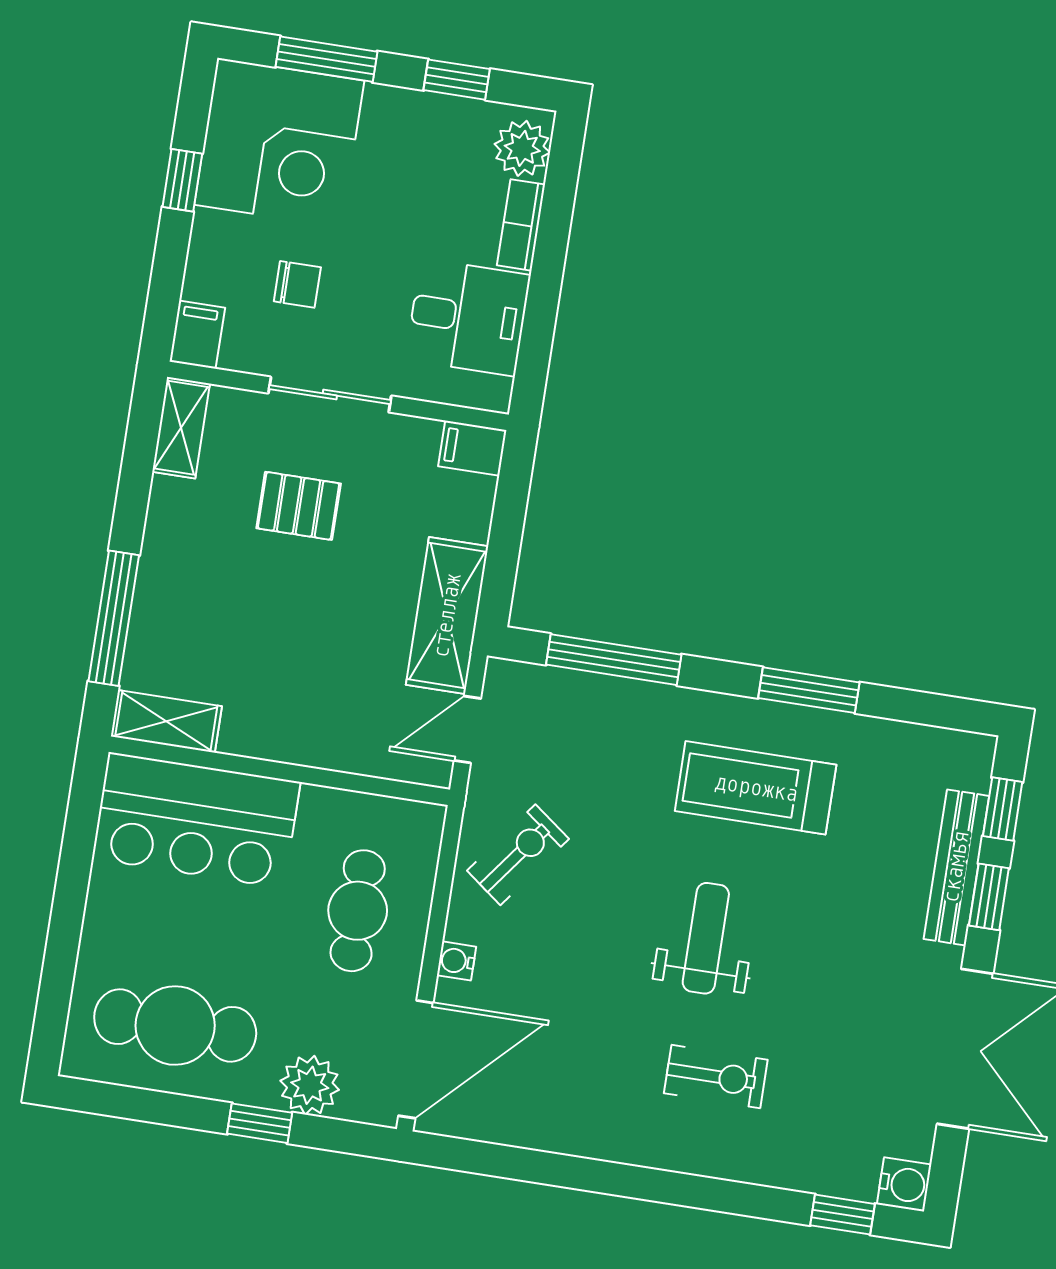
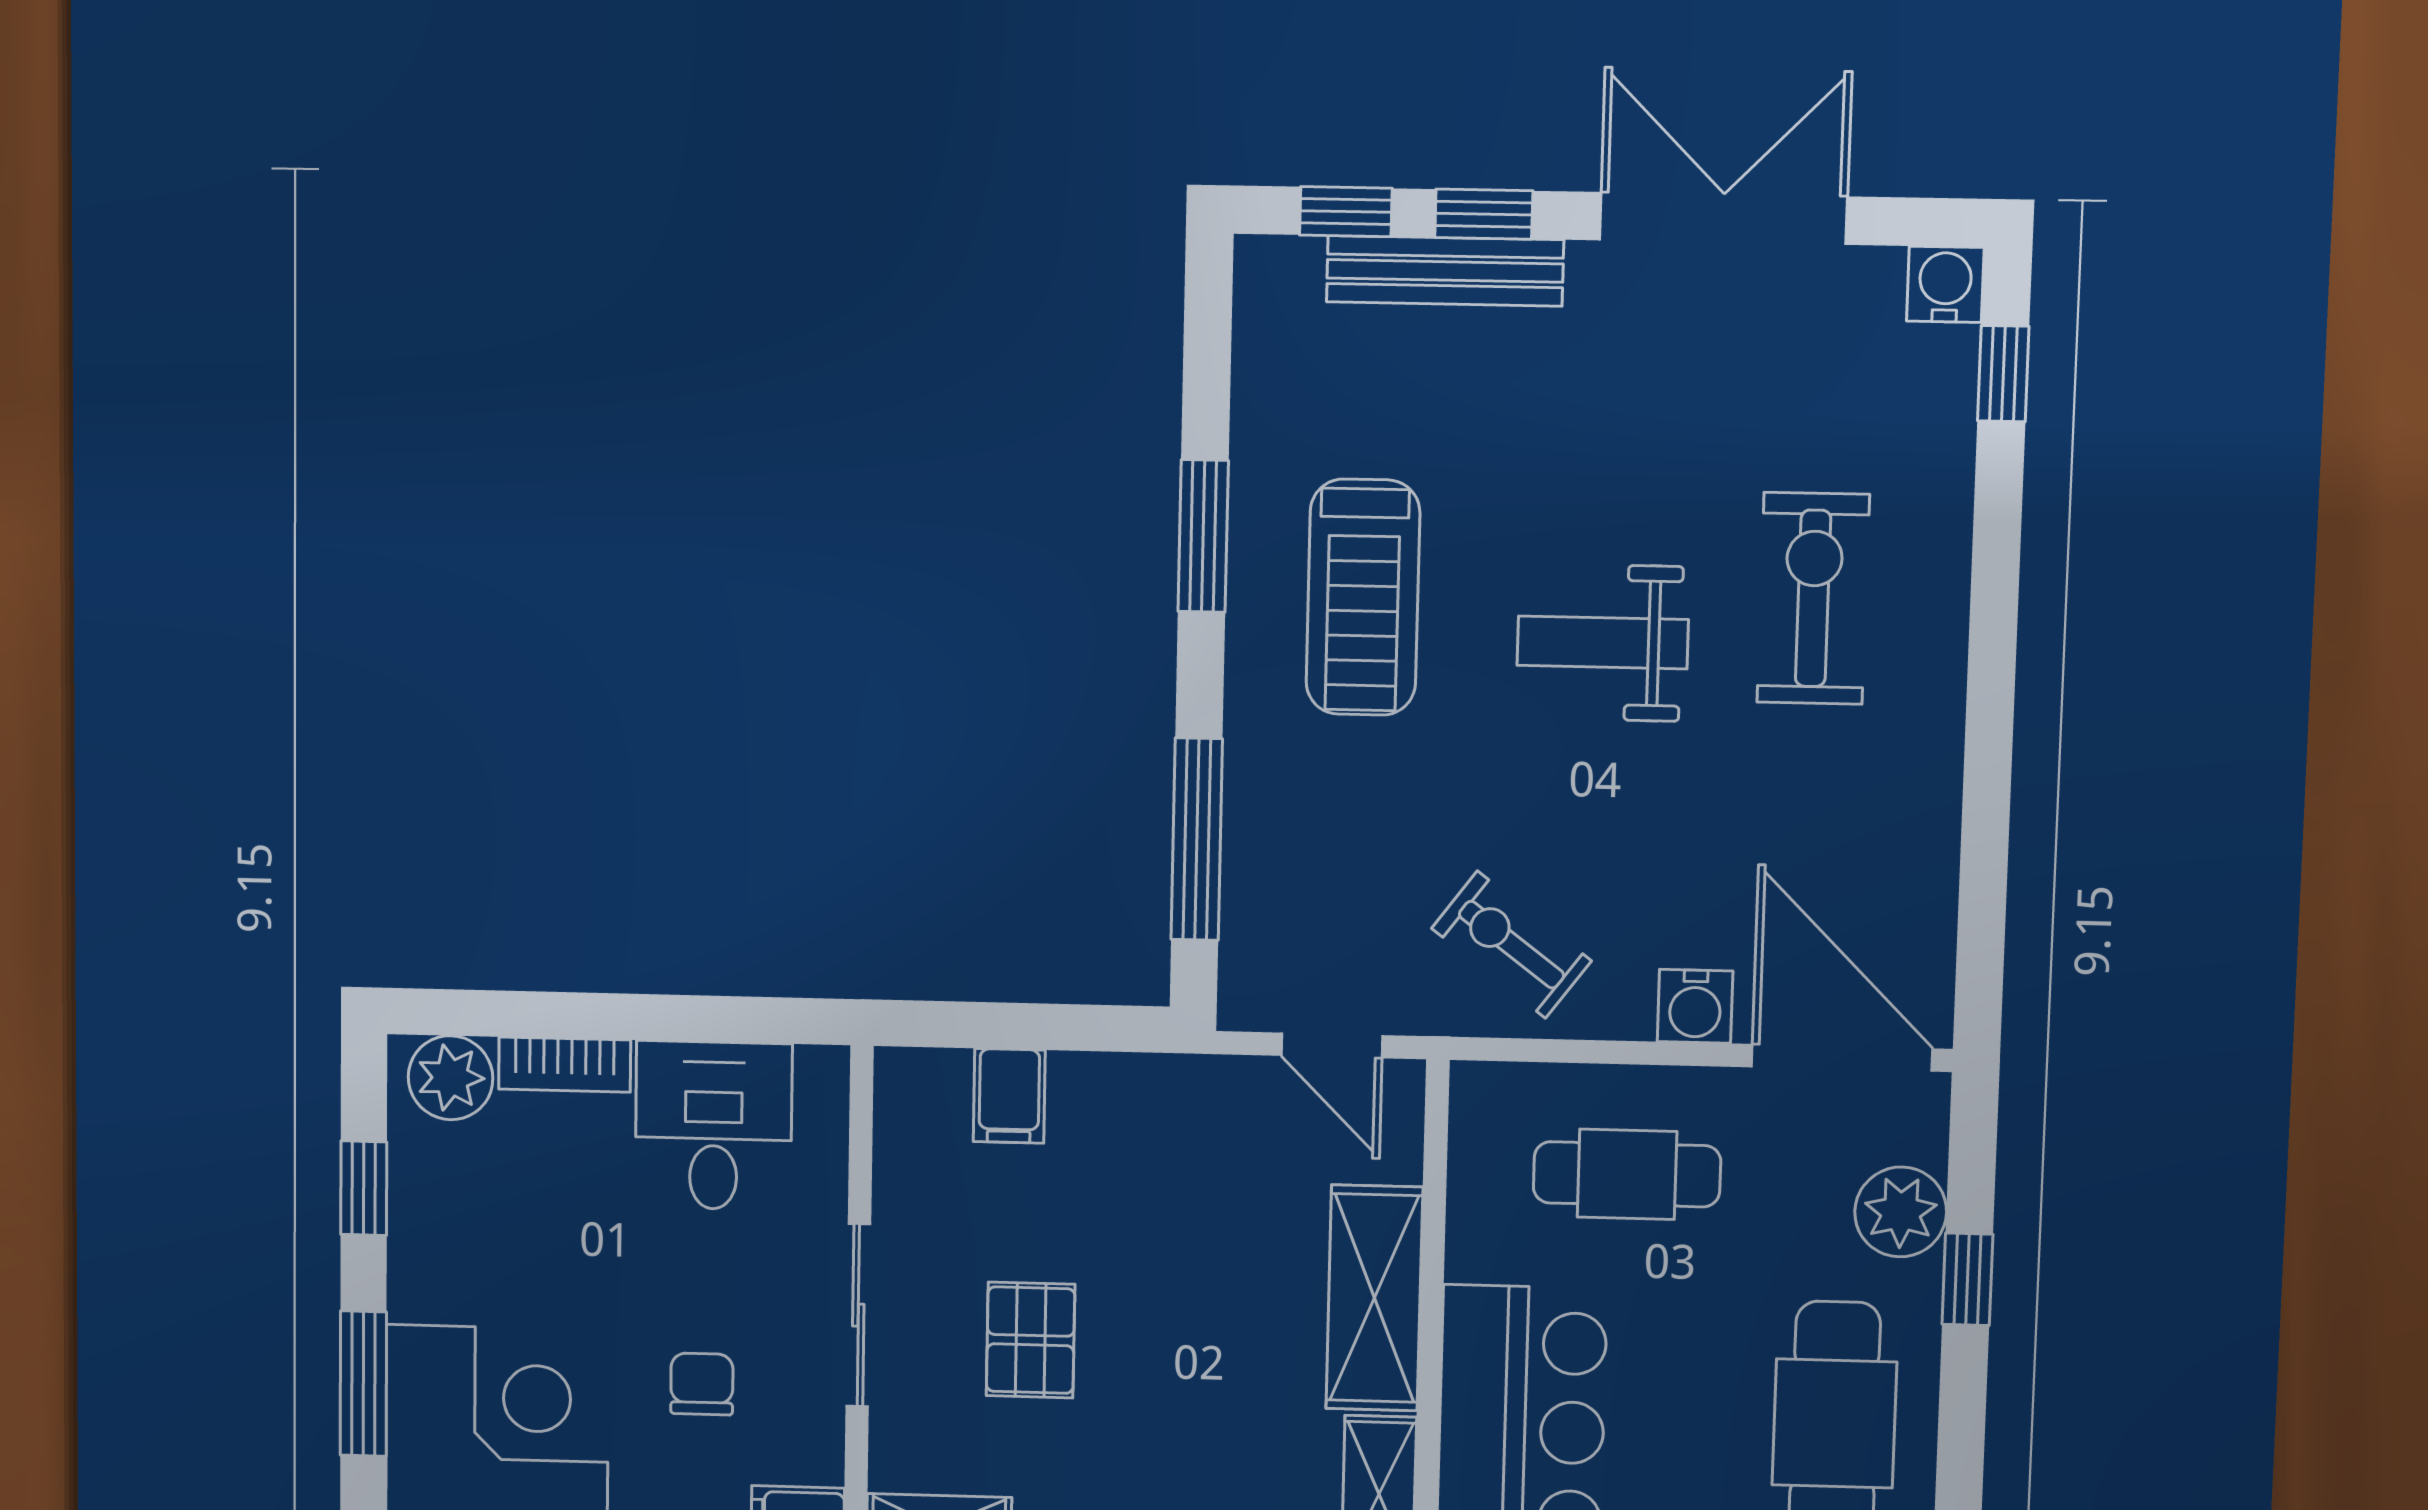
filing cabinet: (472, 448) -> (1009, 1096), moved
shelving: (447, 616) -> (1374, 1298), moved, turned 90
water cooler: (456, 961) -> (1695, 1006), width x1.38, depth x1.38
exercise bike: (716, 1077) -> (1813, 598), width x1.38, depth x1.39

